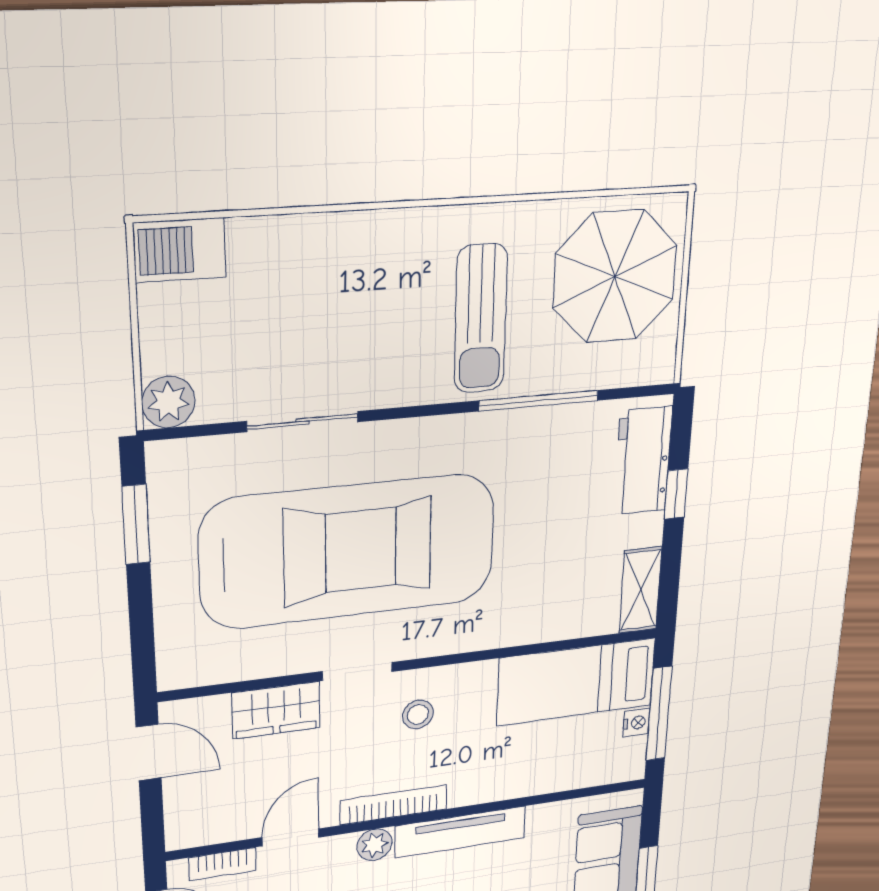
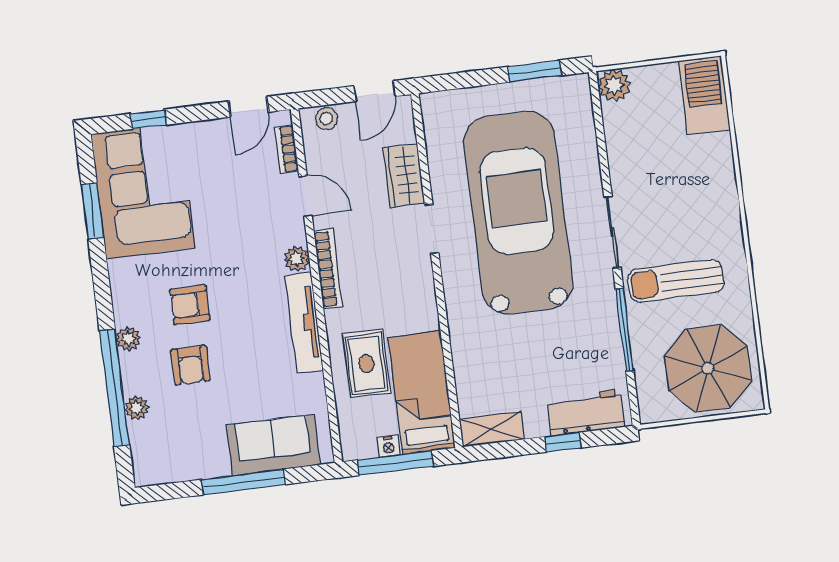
barbecue: (180, 250) -> (704, 95), width x1.37, depth x1.21
sliding door: (303, 422) -> (612, 232), moved
car: (349, 551) -> (518, 213), turned 180
stool: (418, 714) -> (326, 119), moved
rug: (526, 753) -> (367, 364), added

